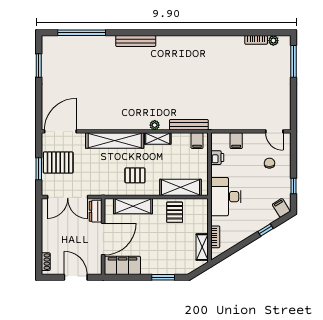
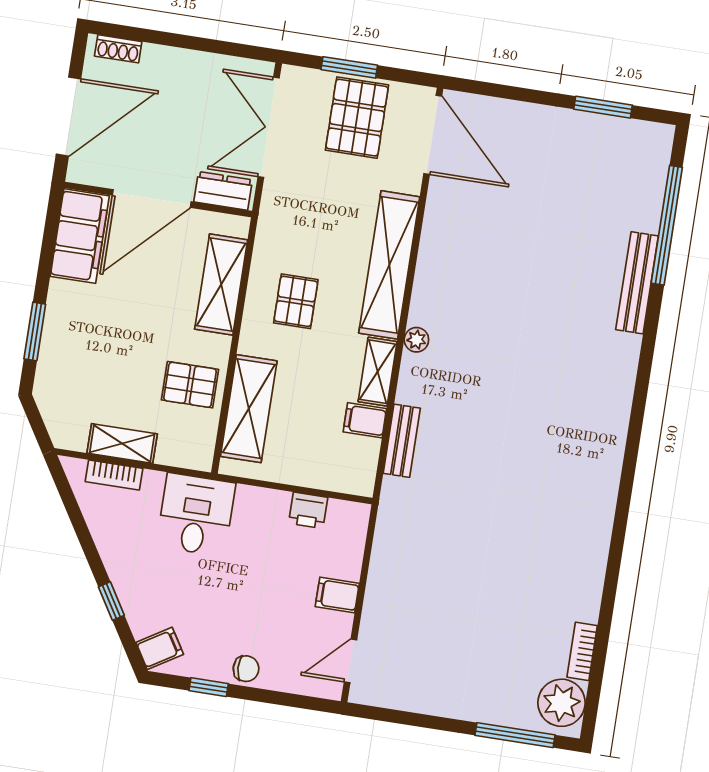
bench: (136, 41) -> (637, 283), moved
plant: (273, 41) -> (562, 703), width x1.88, depth x1.88
plant: (155, 125) -> (416, 340), moved
bench: (189, 125) -> (402, 441), width x0.73
filing cabinet: (197, 141) -> (365, 420), moved
filing cabinet: (236, 141) -> (337, 595), moved
chair: (270, 163) -> (246, 669), moved
desk: (226, 197) -> (196, 515), width x0.73
door: (103, 239) -> (152, 199), hinge flipped
shelving: (202, 247) -> (122, 443), moved
door: (76, 277) -> (69, 117), width x1.36

